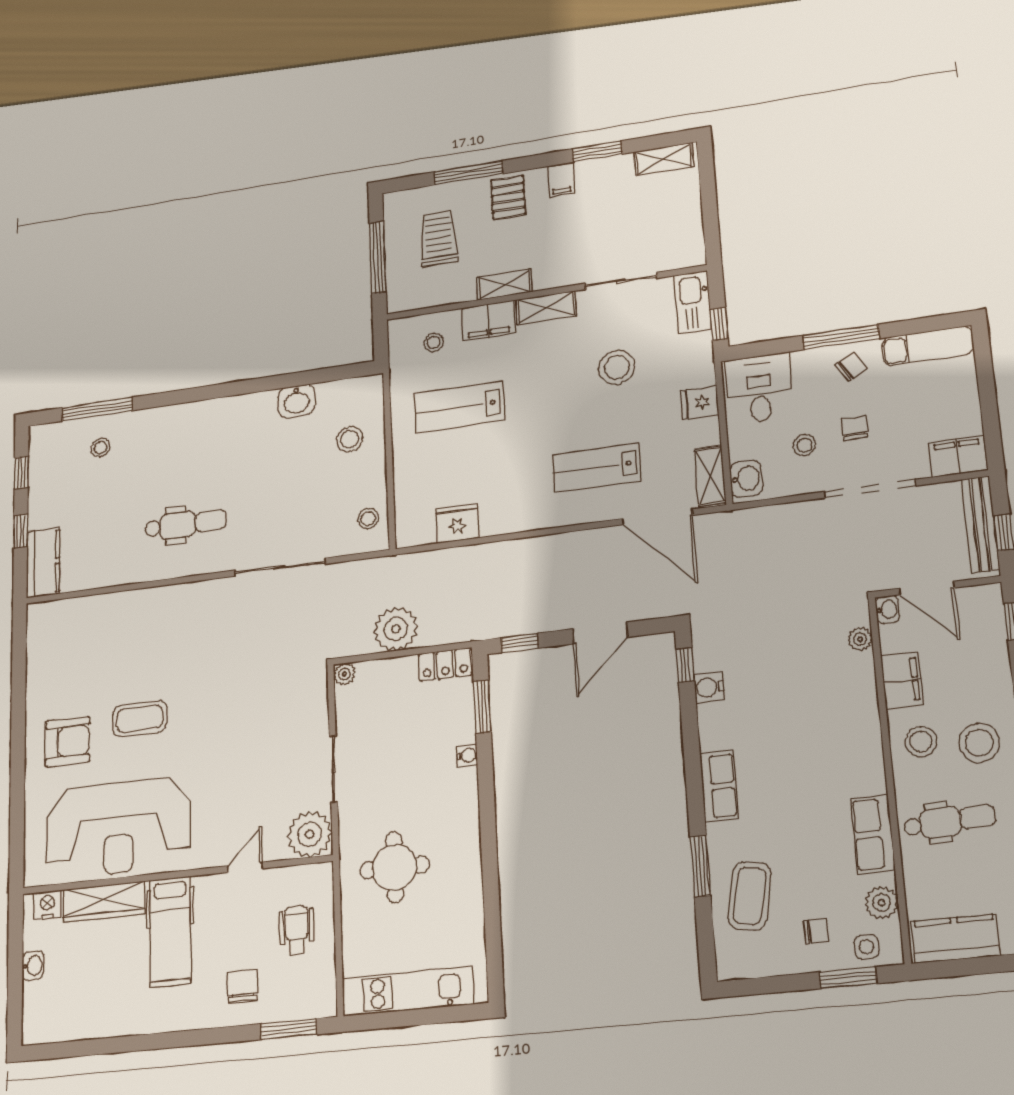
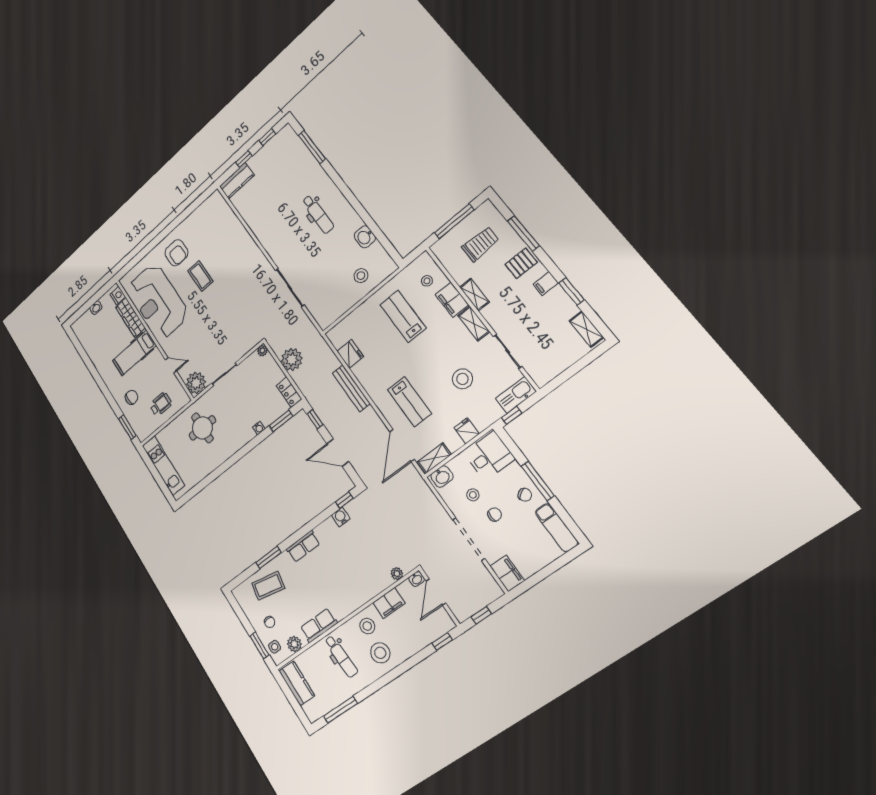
stool: (100, 448) -> (296, 163), removed
lab bench: (597, 468) -> (409, 402), turned 180
stool: (368, 519) -> (331, 311), removed
dental chair: (186, 524) -> (318, 214), moved
bench: (980, 524) -> (351, 388), moved, turned 90

